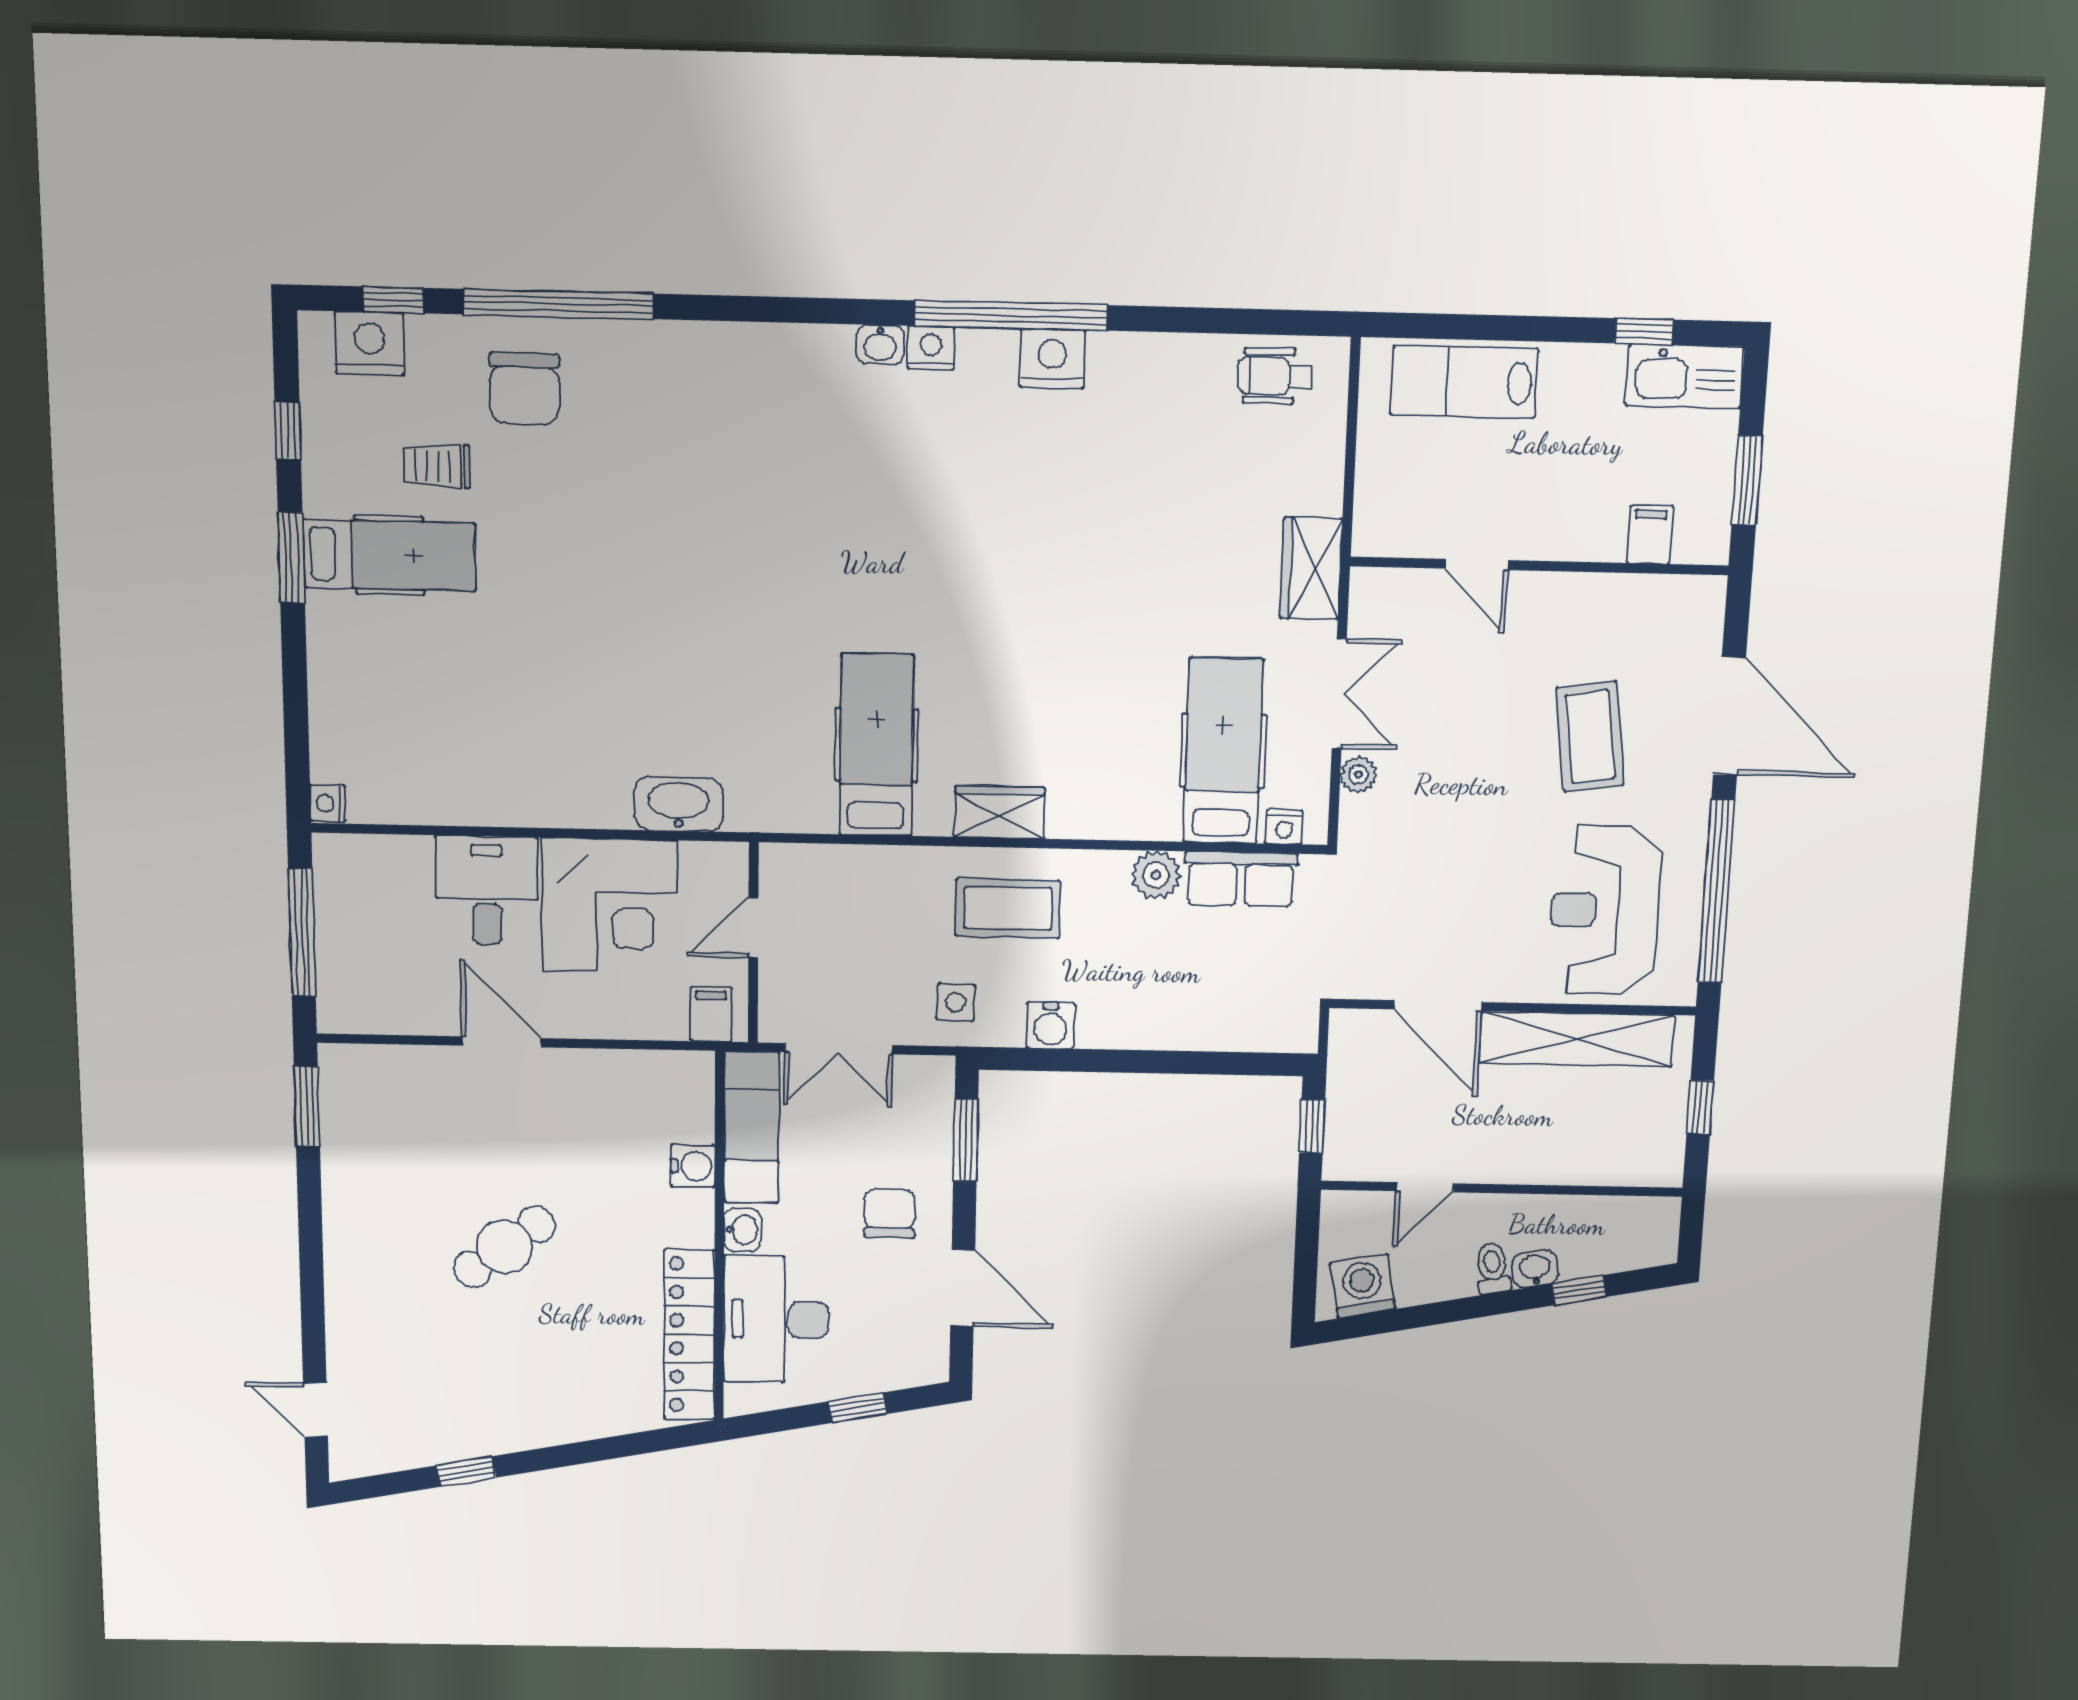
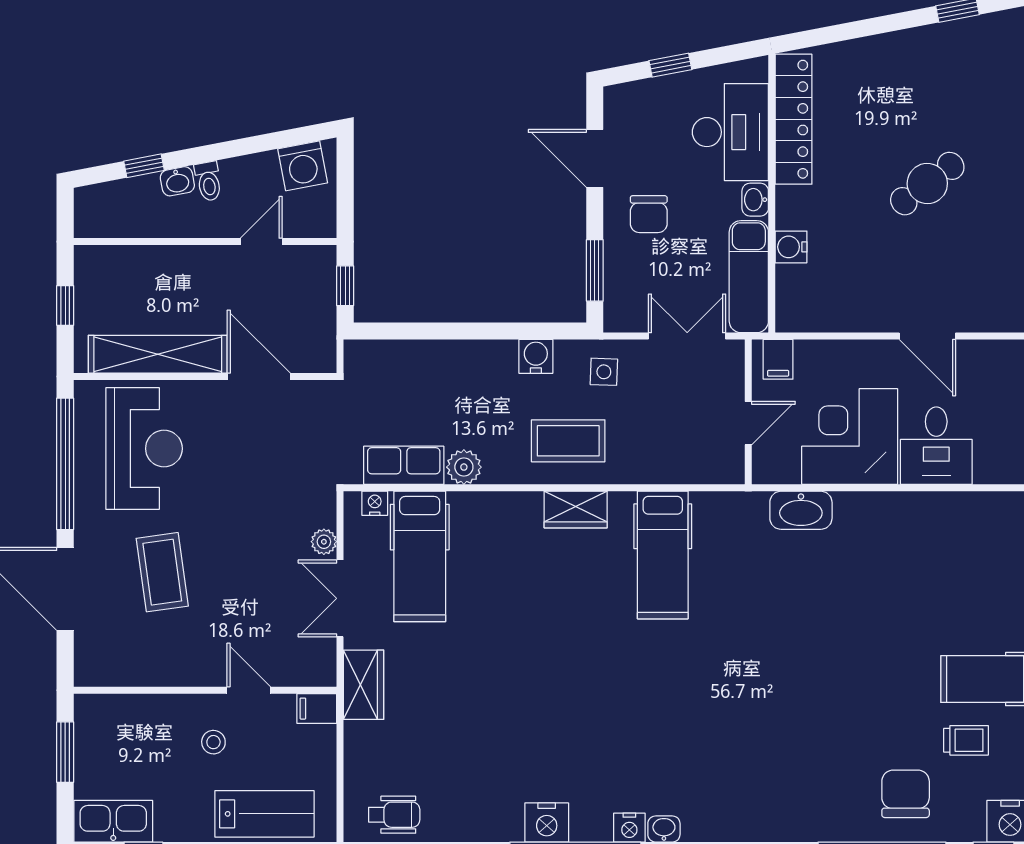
stool: (1532, 490) -> (213, 742), added
filing cabinet: (1650, 535) -> (317, 709), moved, turned 90

